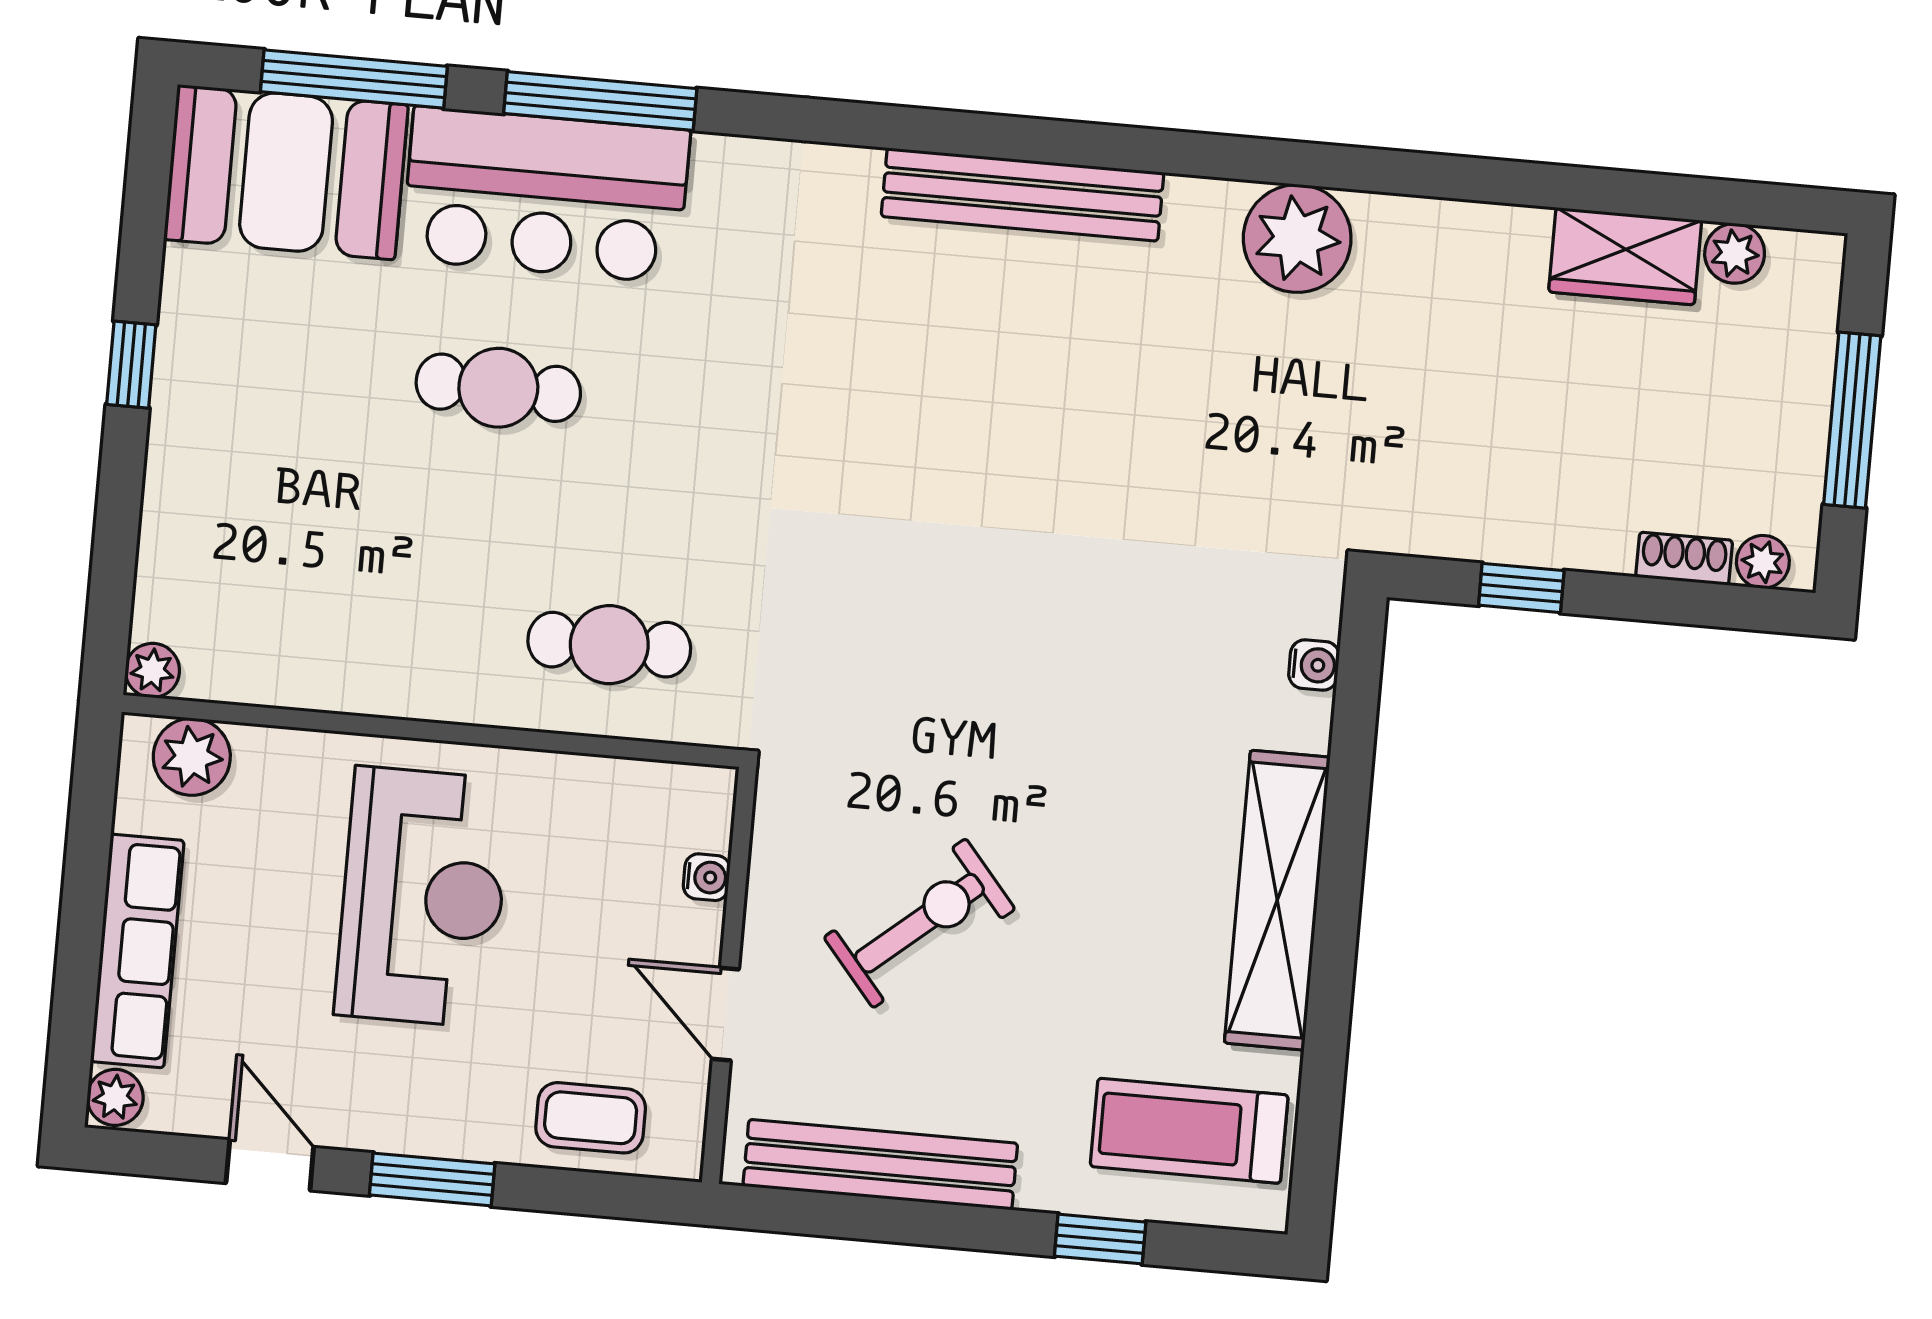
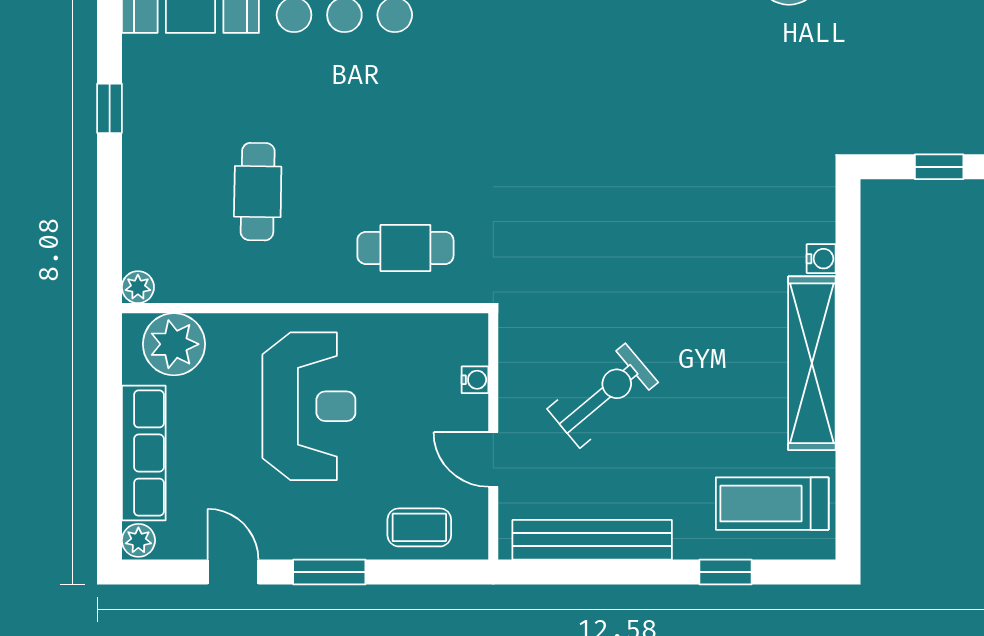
cafe table: (498, 388) -> (258, 192), moved, turned 90
water cooler: (1314, 665) -> (821, 259), moved
plant: (192, 757) -> (174, 344), width x1.36, depth x1.36

